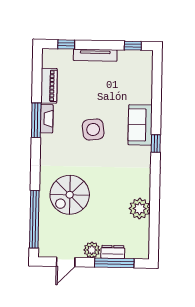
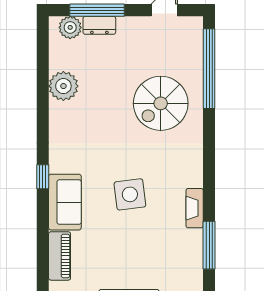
piano: (49, 86) -> (60, 256), moved, turned 180
window: (36, 120) -> (209, 245), moved
spiral stairs: (70, 195) -> (161, 103), turned 180
plant: (92, 250) -> (70, 27), moved

